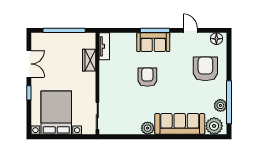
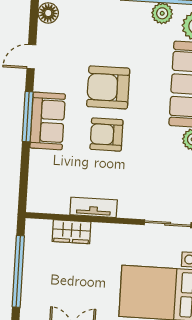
tv unit: (104, 46) -> (94, 207), moved
armchair: (205, 69) -> (108, 87), moved

